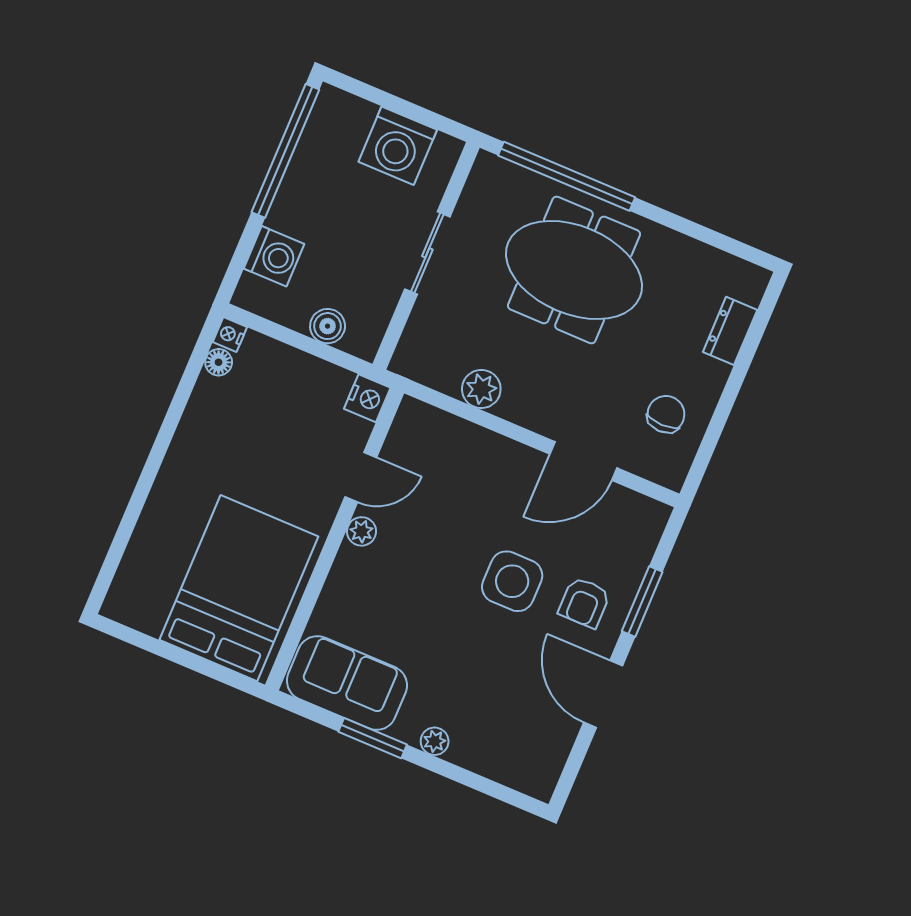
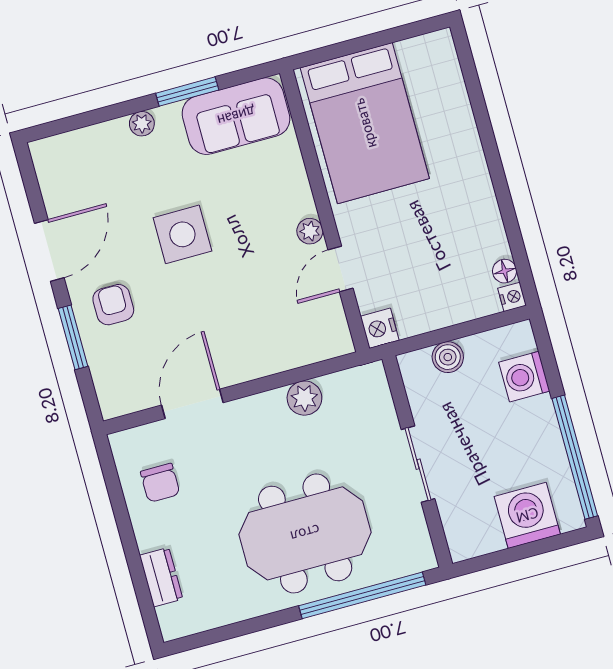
washing machine: (398, 146) -> (527, 515), moved
side table: (512, 581) -> (182, 234), moved
door: (603, 694) -> (49, 250), hinge flipped

